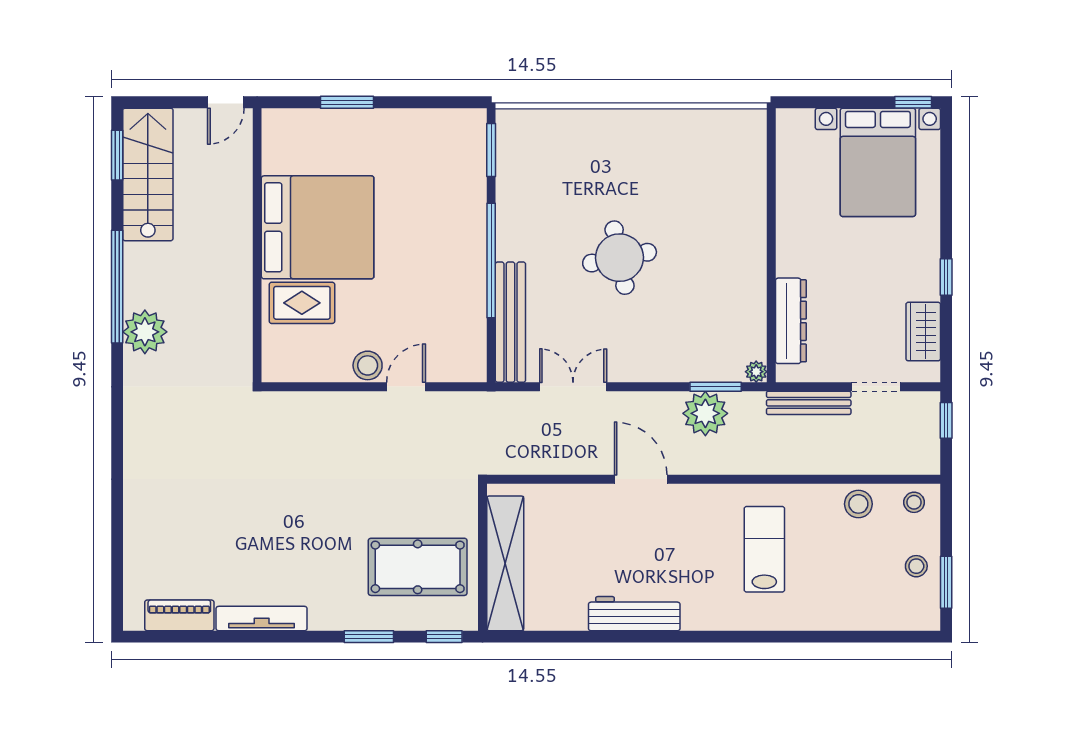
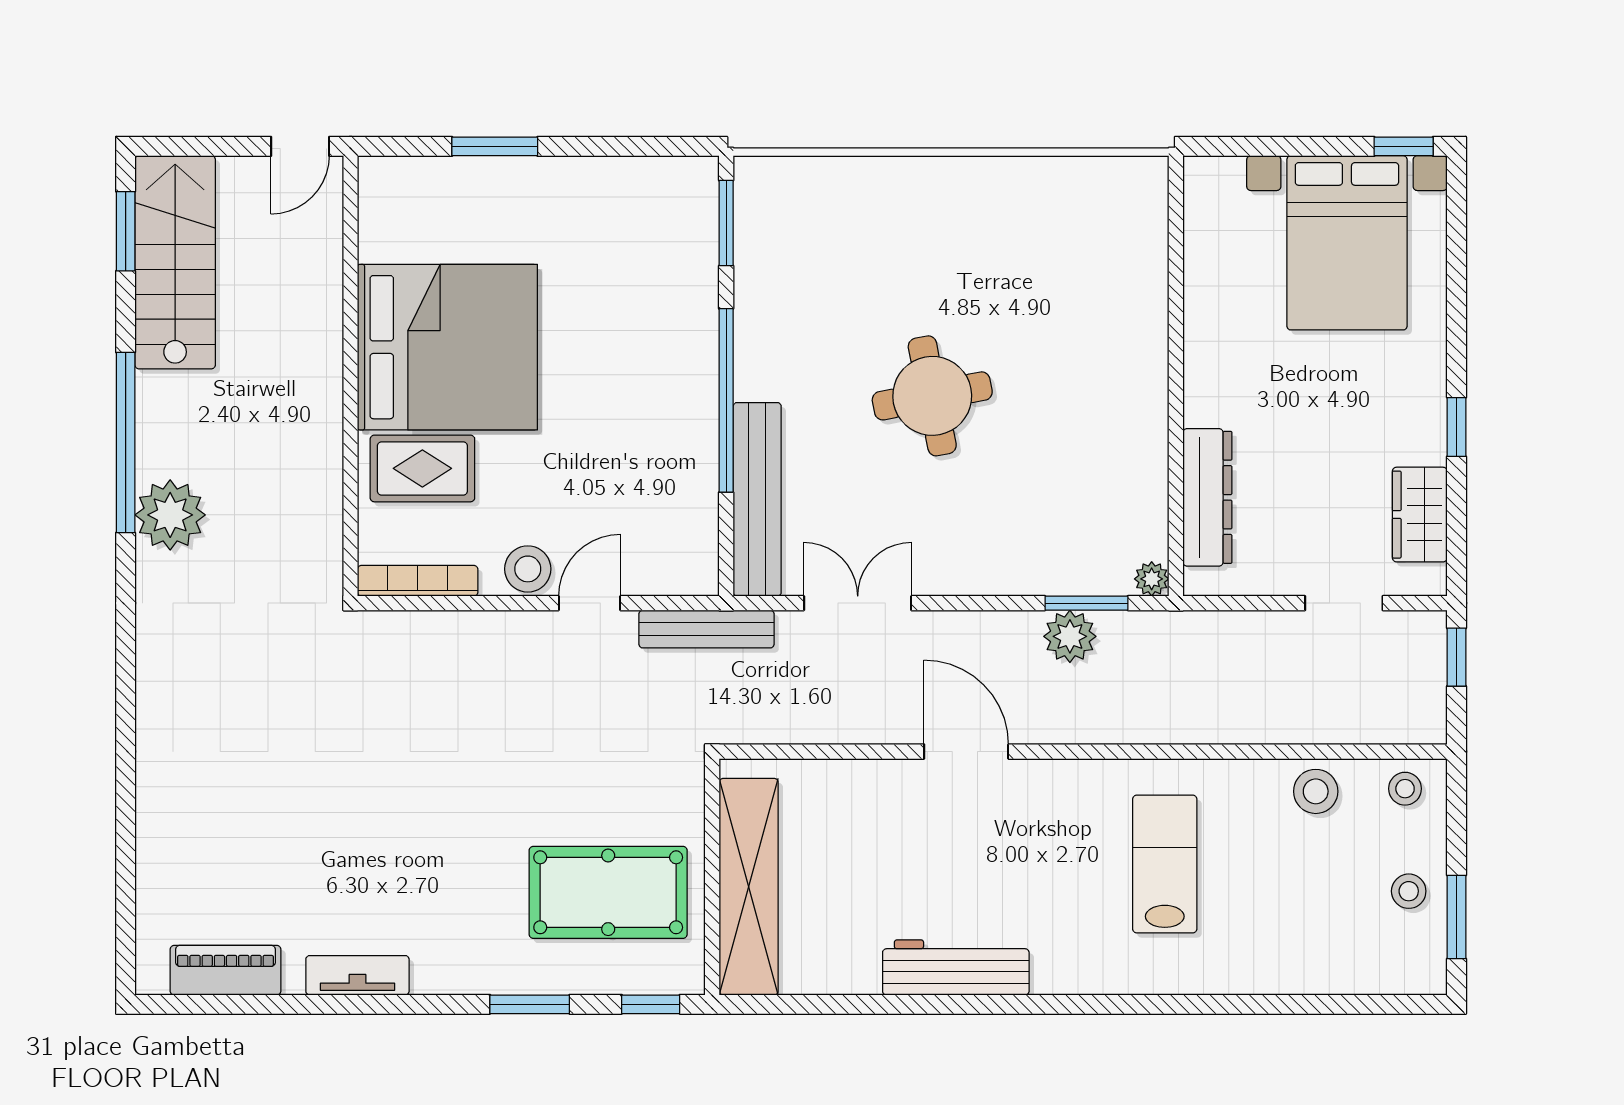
bookcase: (299, 373) -> (418, 581), added
bench: (809, 403) -> (706, 629), moved
plant: (705, 413) -> (1070, 636), width x0.73, depth x0.73
tv unit: (262, 619) -> (357, 975), width x0.71

